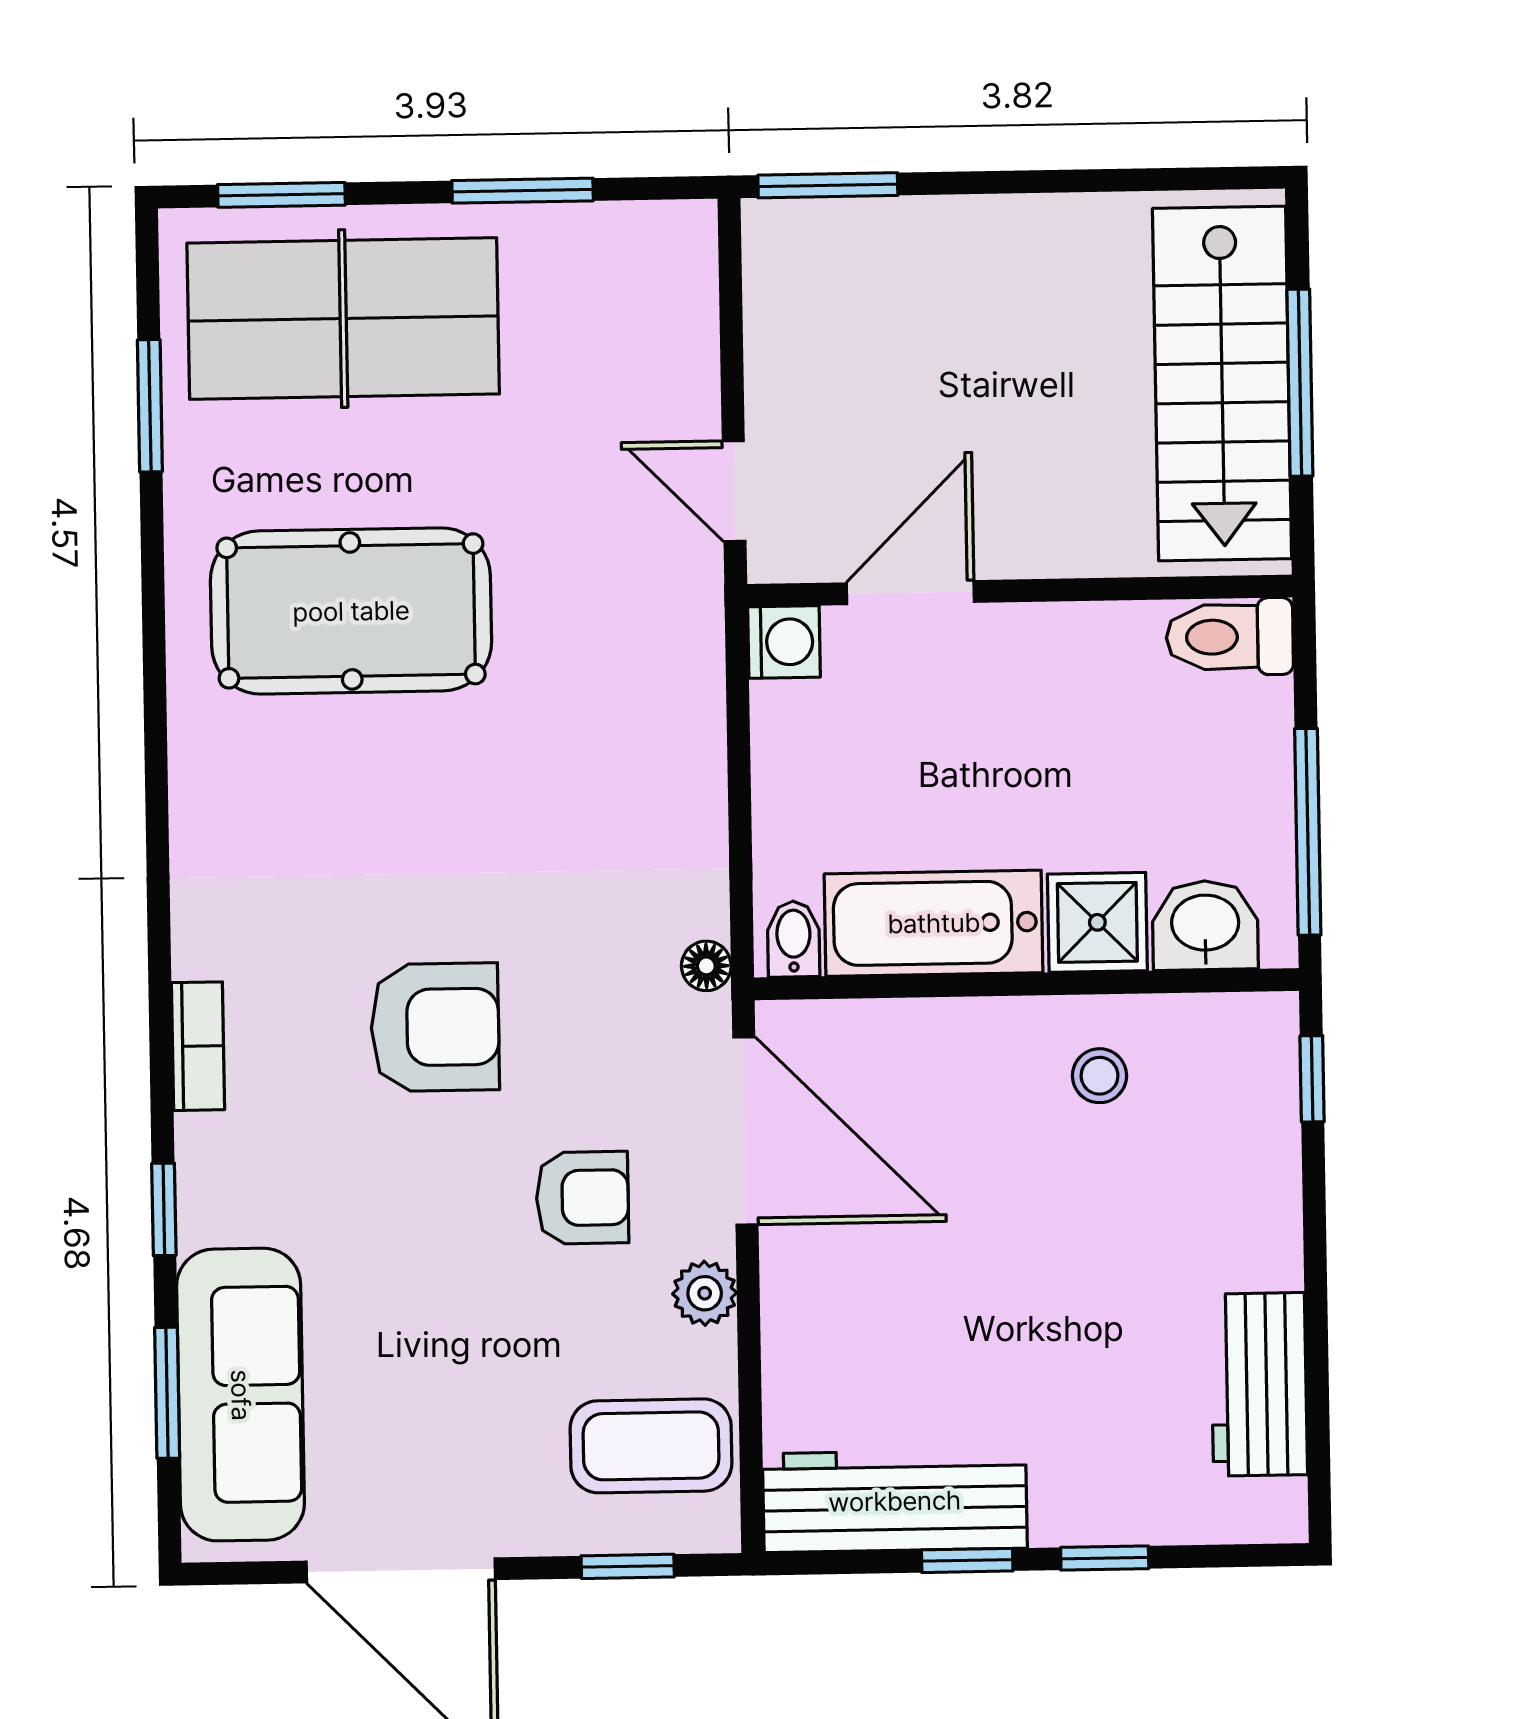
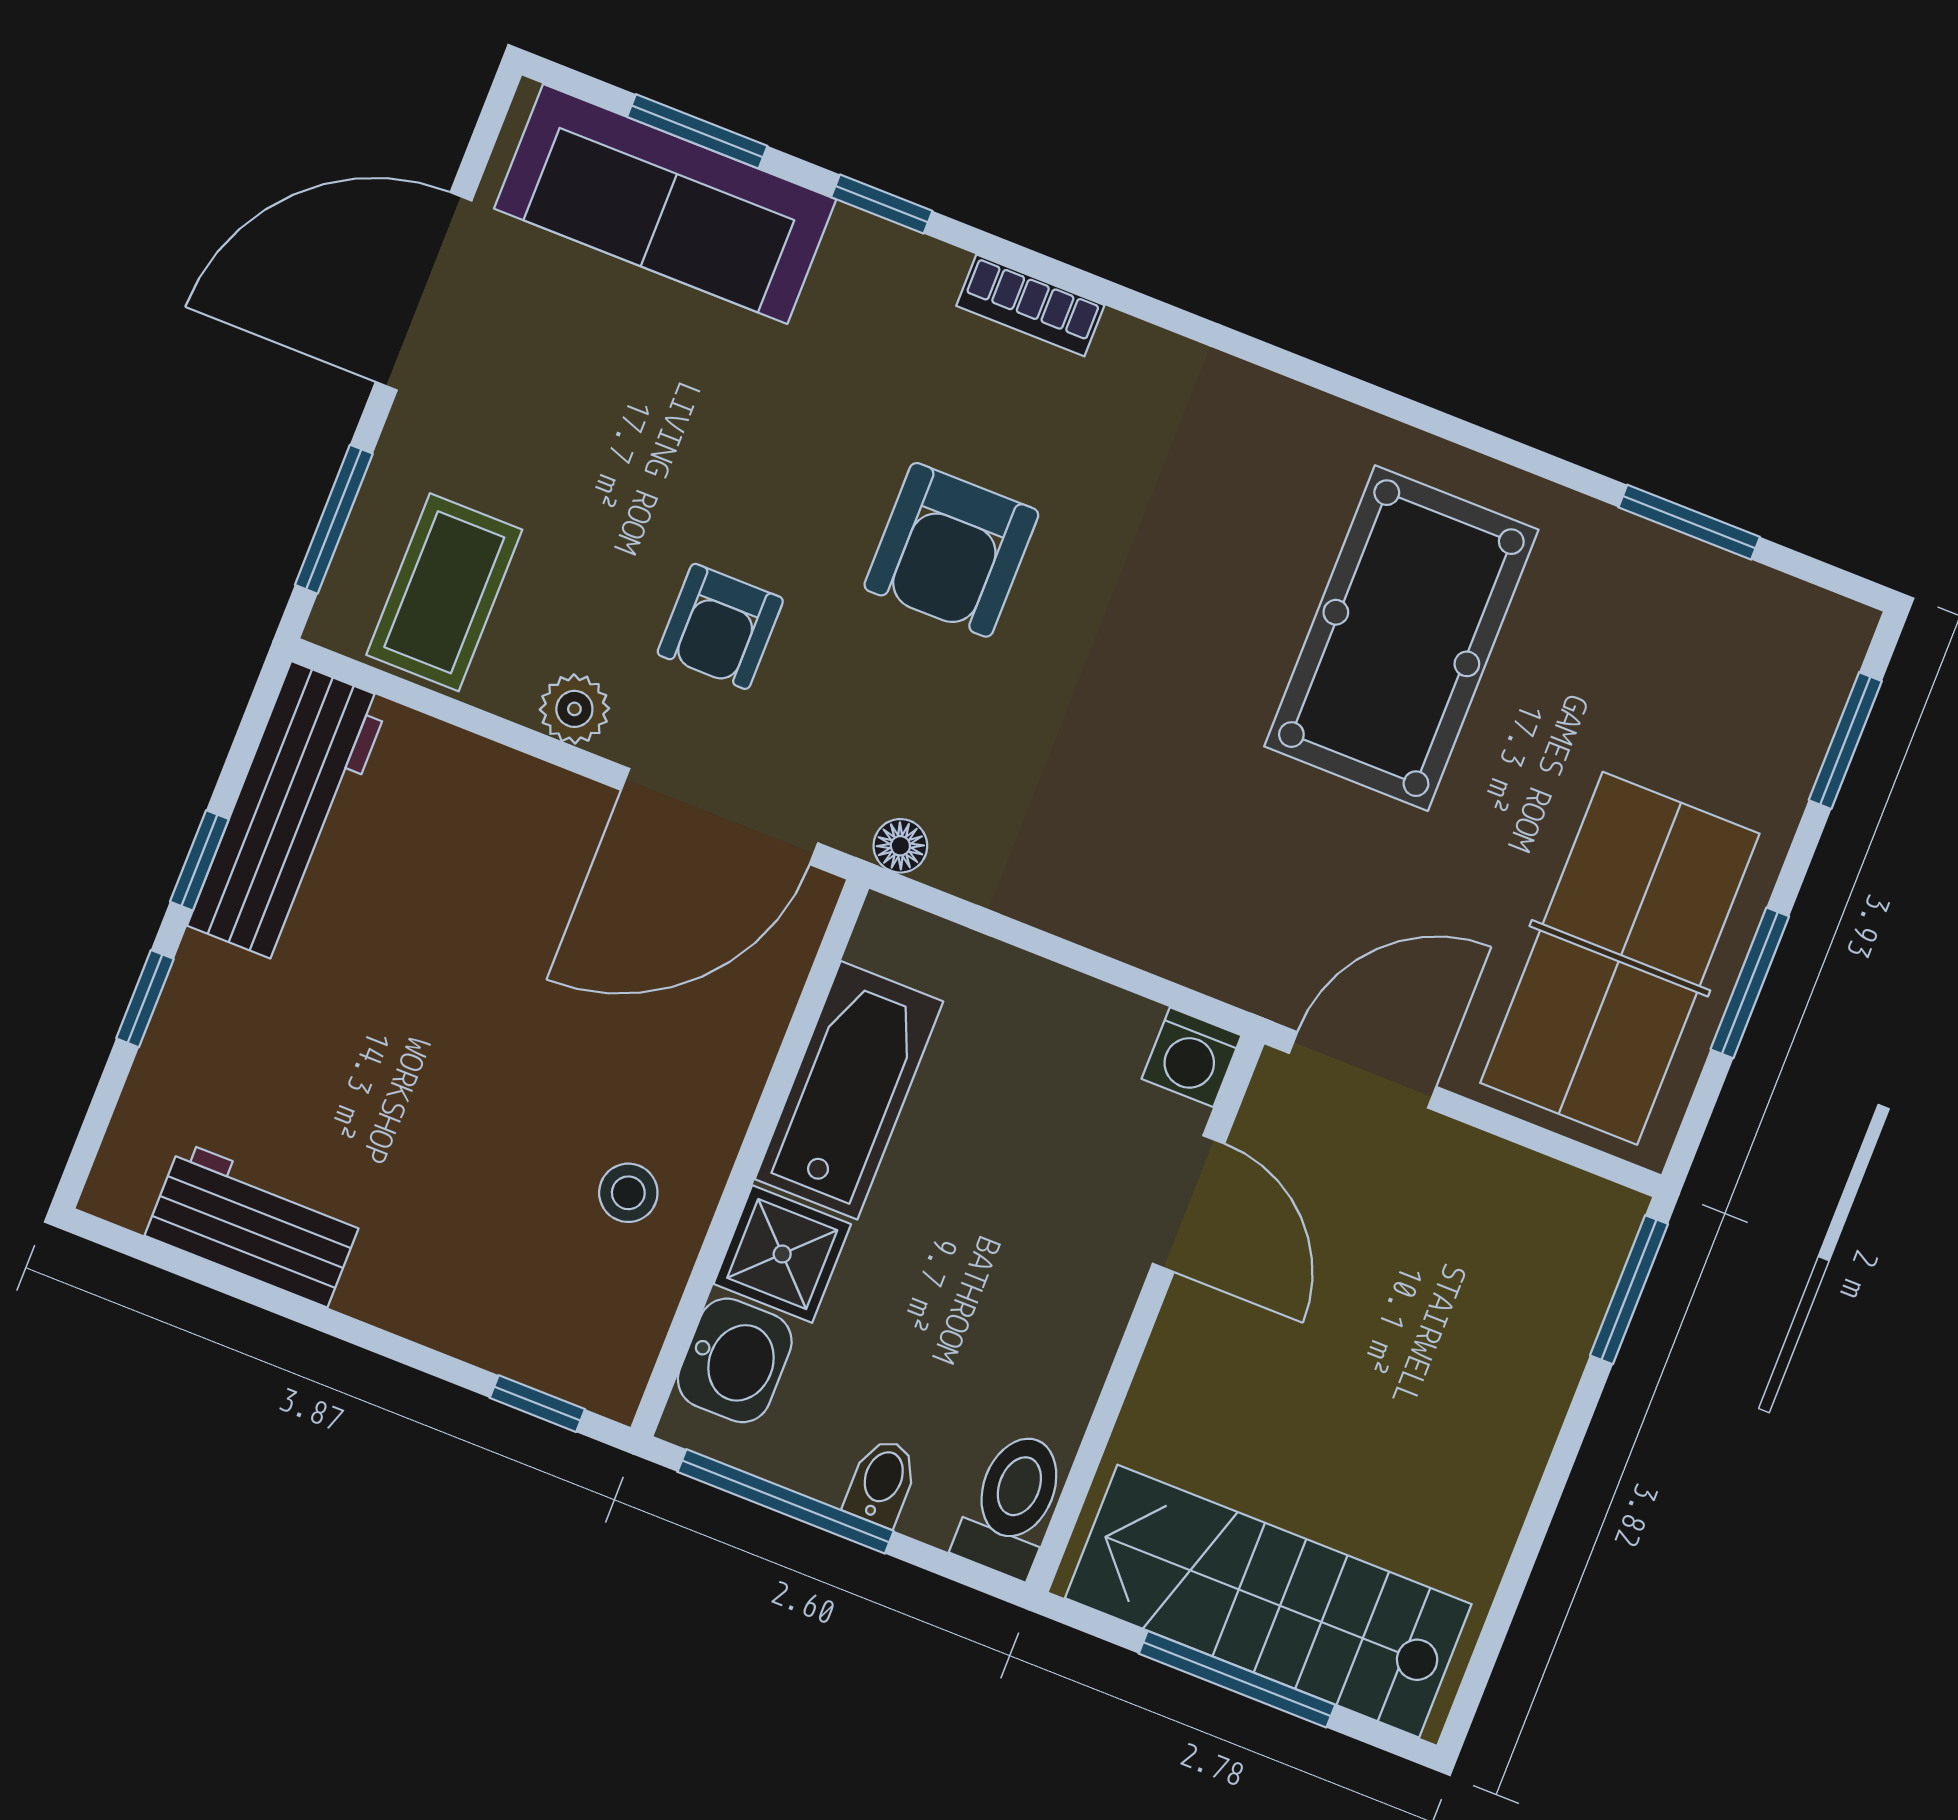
table tennis table: (343, 319) -> (1620, 958), moved
door: (734, 491) -> (1363, 1070), width x1.38
bidet: (794, 939) -> (882, 1482), moved, turned -90
window: (628, 1566) -> (334, 519), width x1.50

